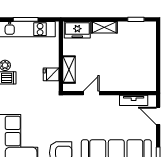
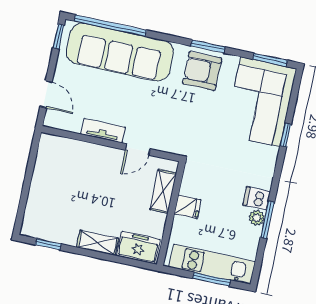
fridge: (51, 74) -> (188, 207), moved
tv unit: (134, 100) -> (103, 131), moved

